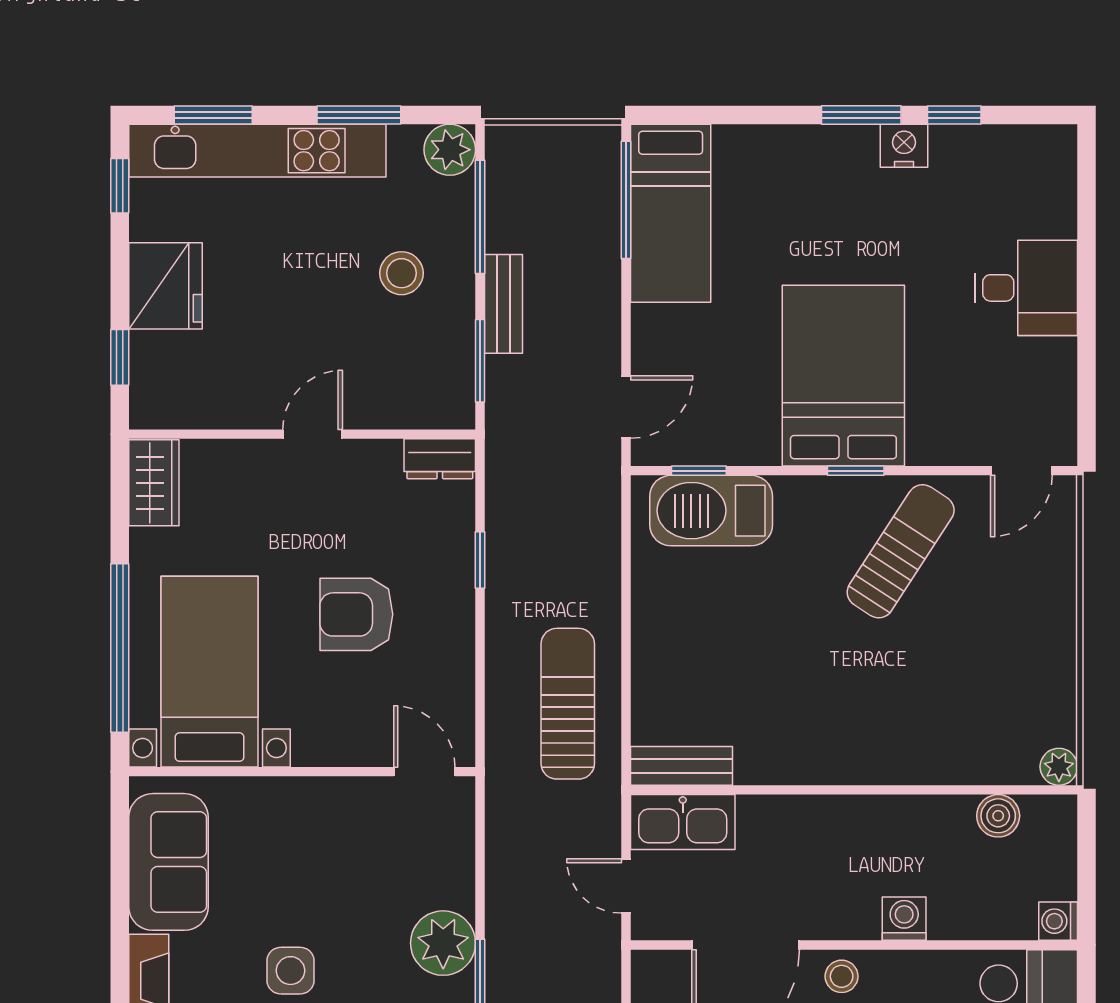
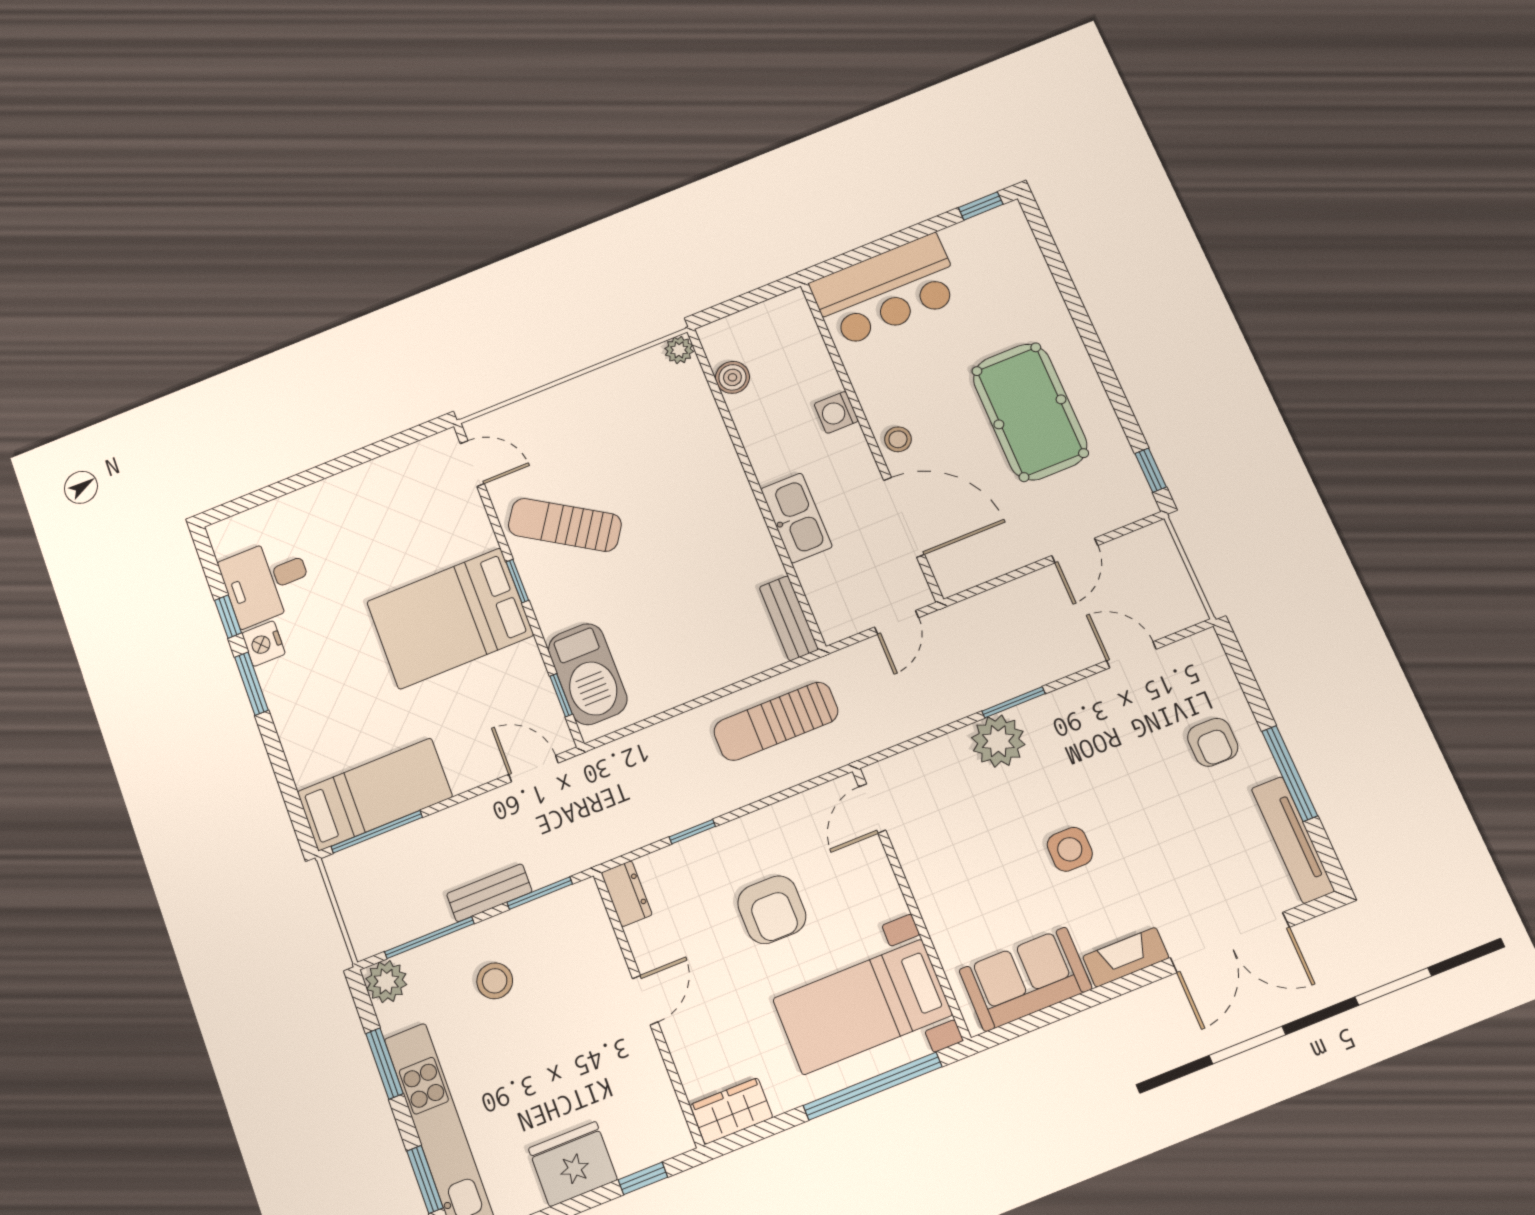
desk: (1026, 288) -> (266, 581), moved, turned -90
door: (313, 434) -> (645, 1000), swing flipped
kitchen sink: (683, 822) -> (796, 518), moved
washing machine: (1058, 921) -> (792, 305), removed

